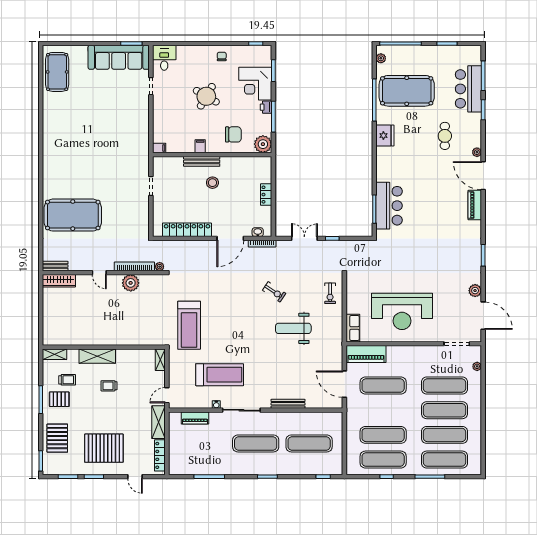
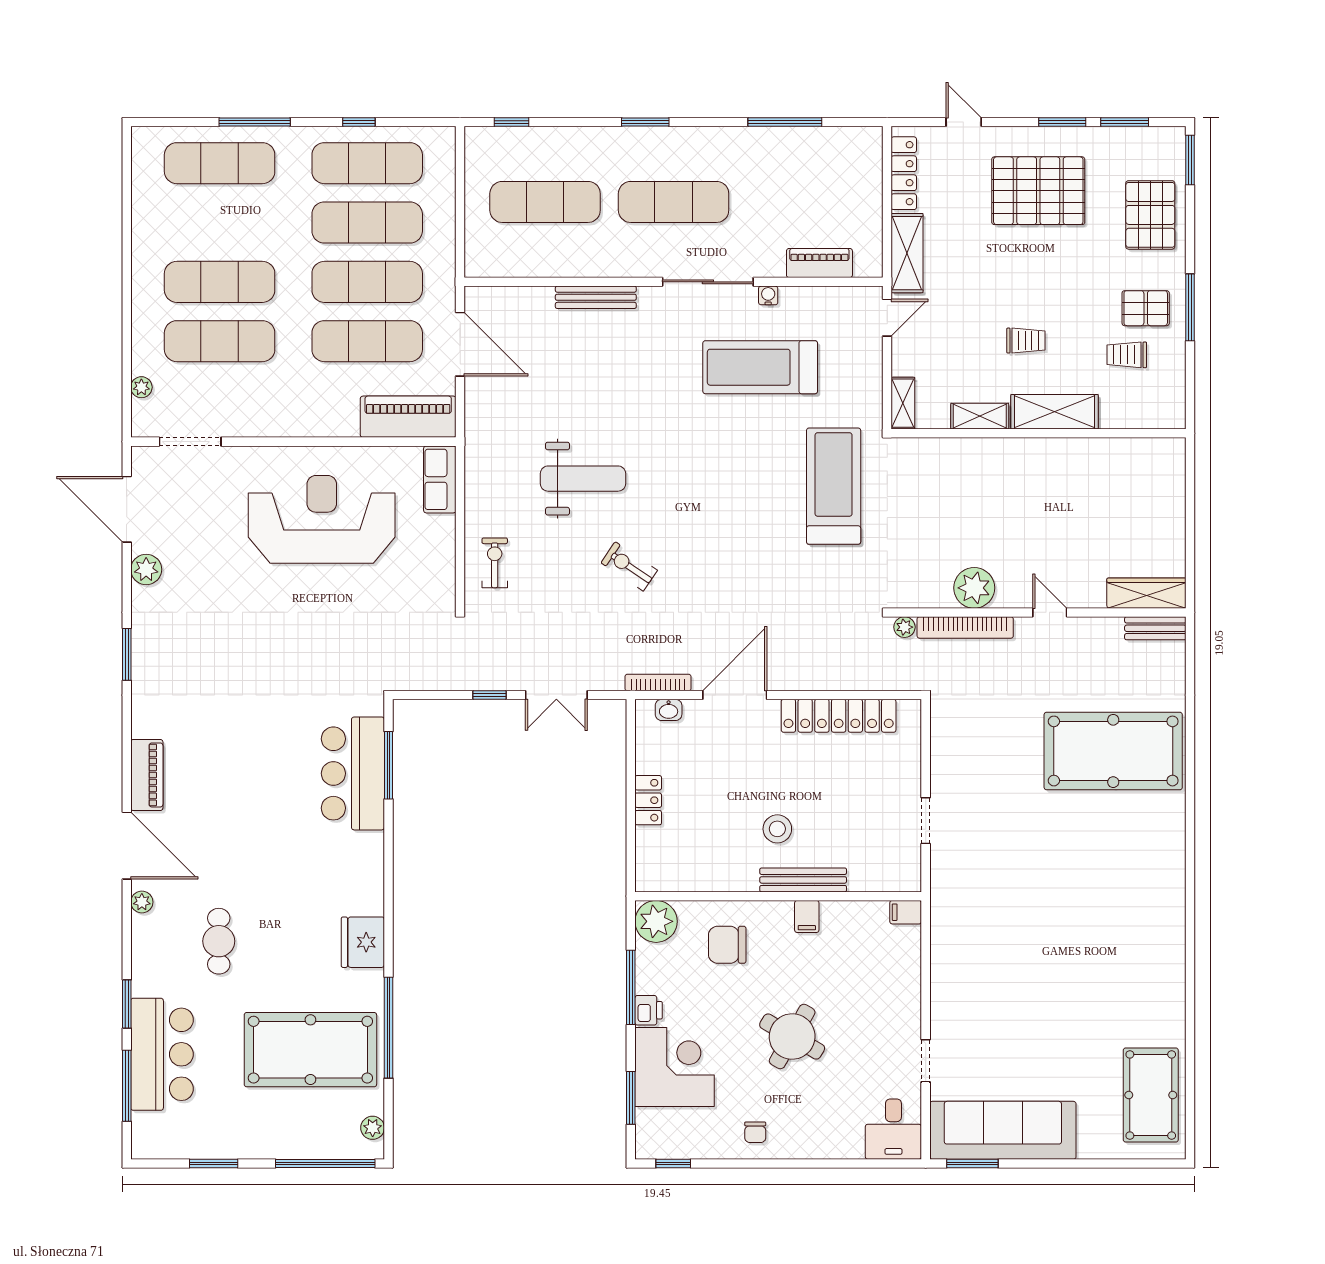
shelving: (55, 354) -> (980, 416), moved
exercise mat: (444, 435) -> (367, 282), moved

